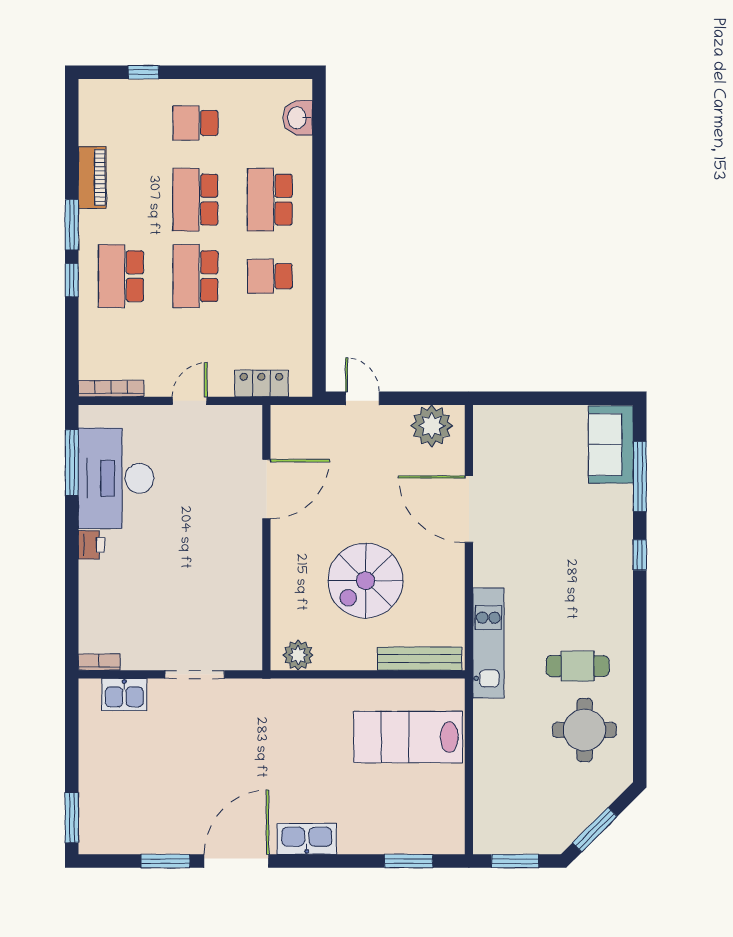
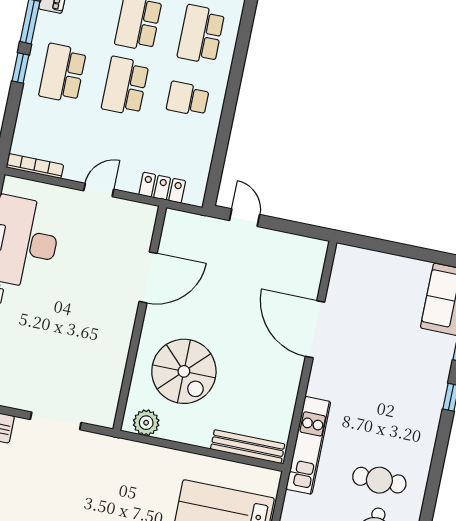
plant: (432, 426) -> (298, 253), removed
spiral stairs: (365, 581) -> (184, 371), moved, turned -90

